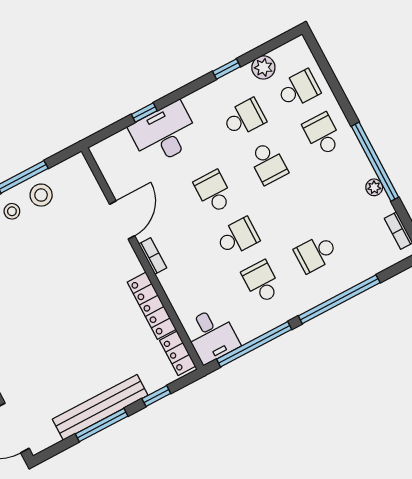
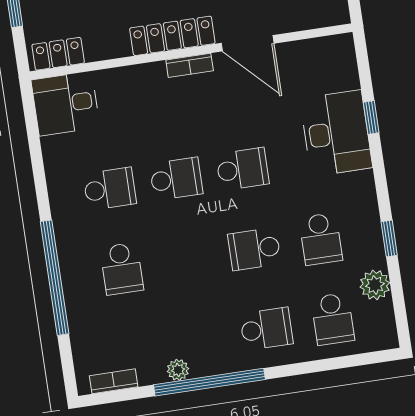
school desk: (238, 237) -> (176, 179), turned -90
school desk: (316, 253) -> (122, 269), turned 180
locker: (152, 306) -> (172, 36), moved
window: (254, 344) -> (36, 152), removed

